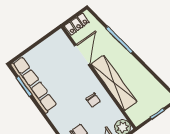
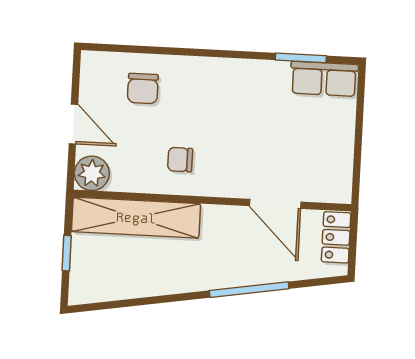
shelving: (114, 83) -> (136, 218), moved
row of seats: (34, 85) -> (324, 79), width x0.50

